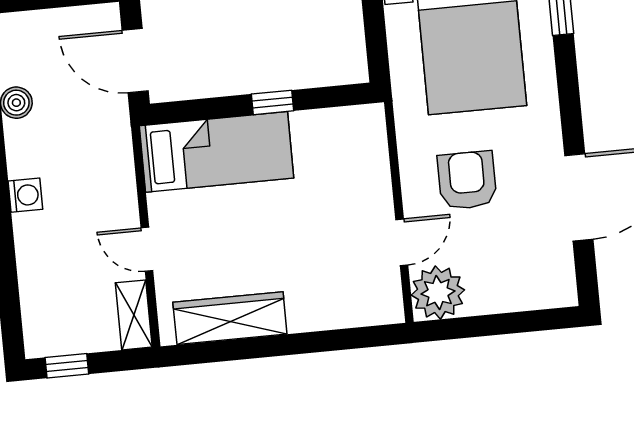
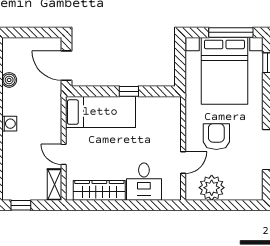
desk: (323, 291) -> (144, 182), added
plant: (438, 293) -> (212, 188), moved

